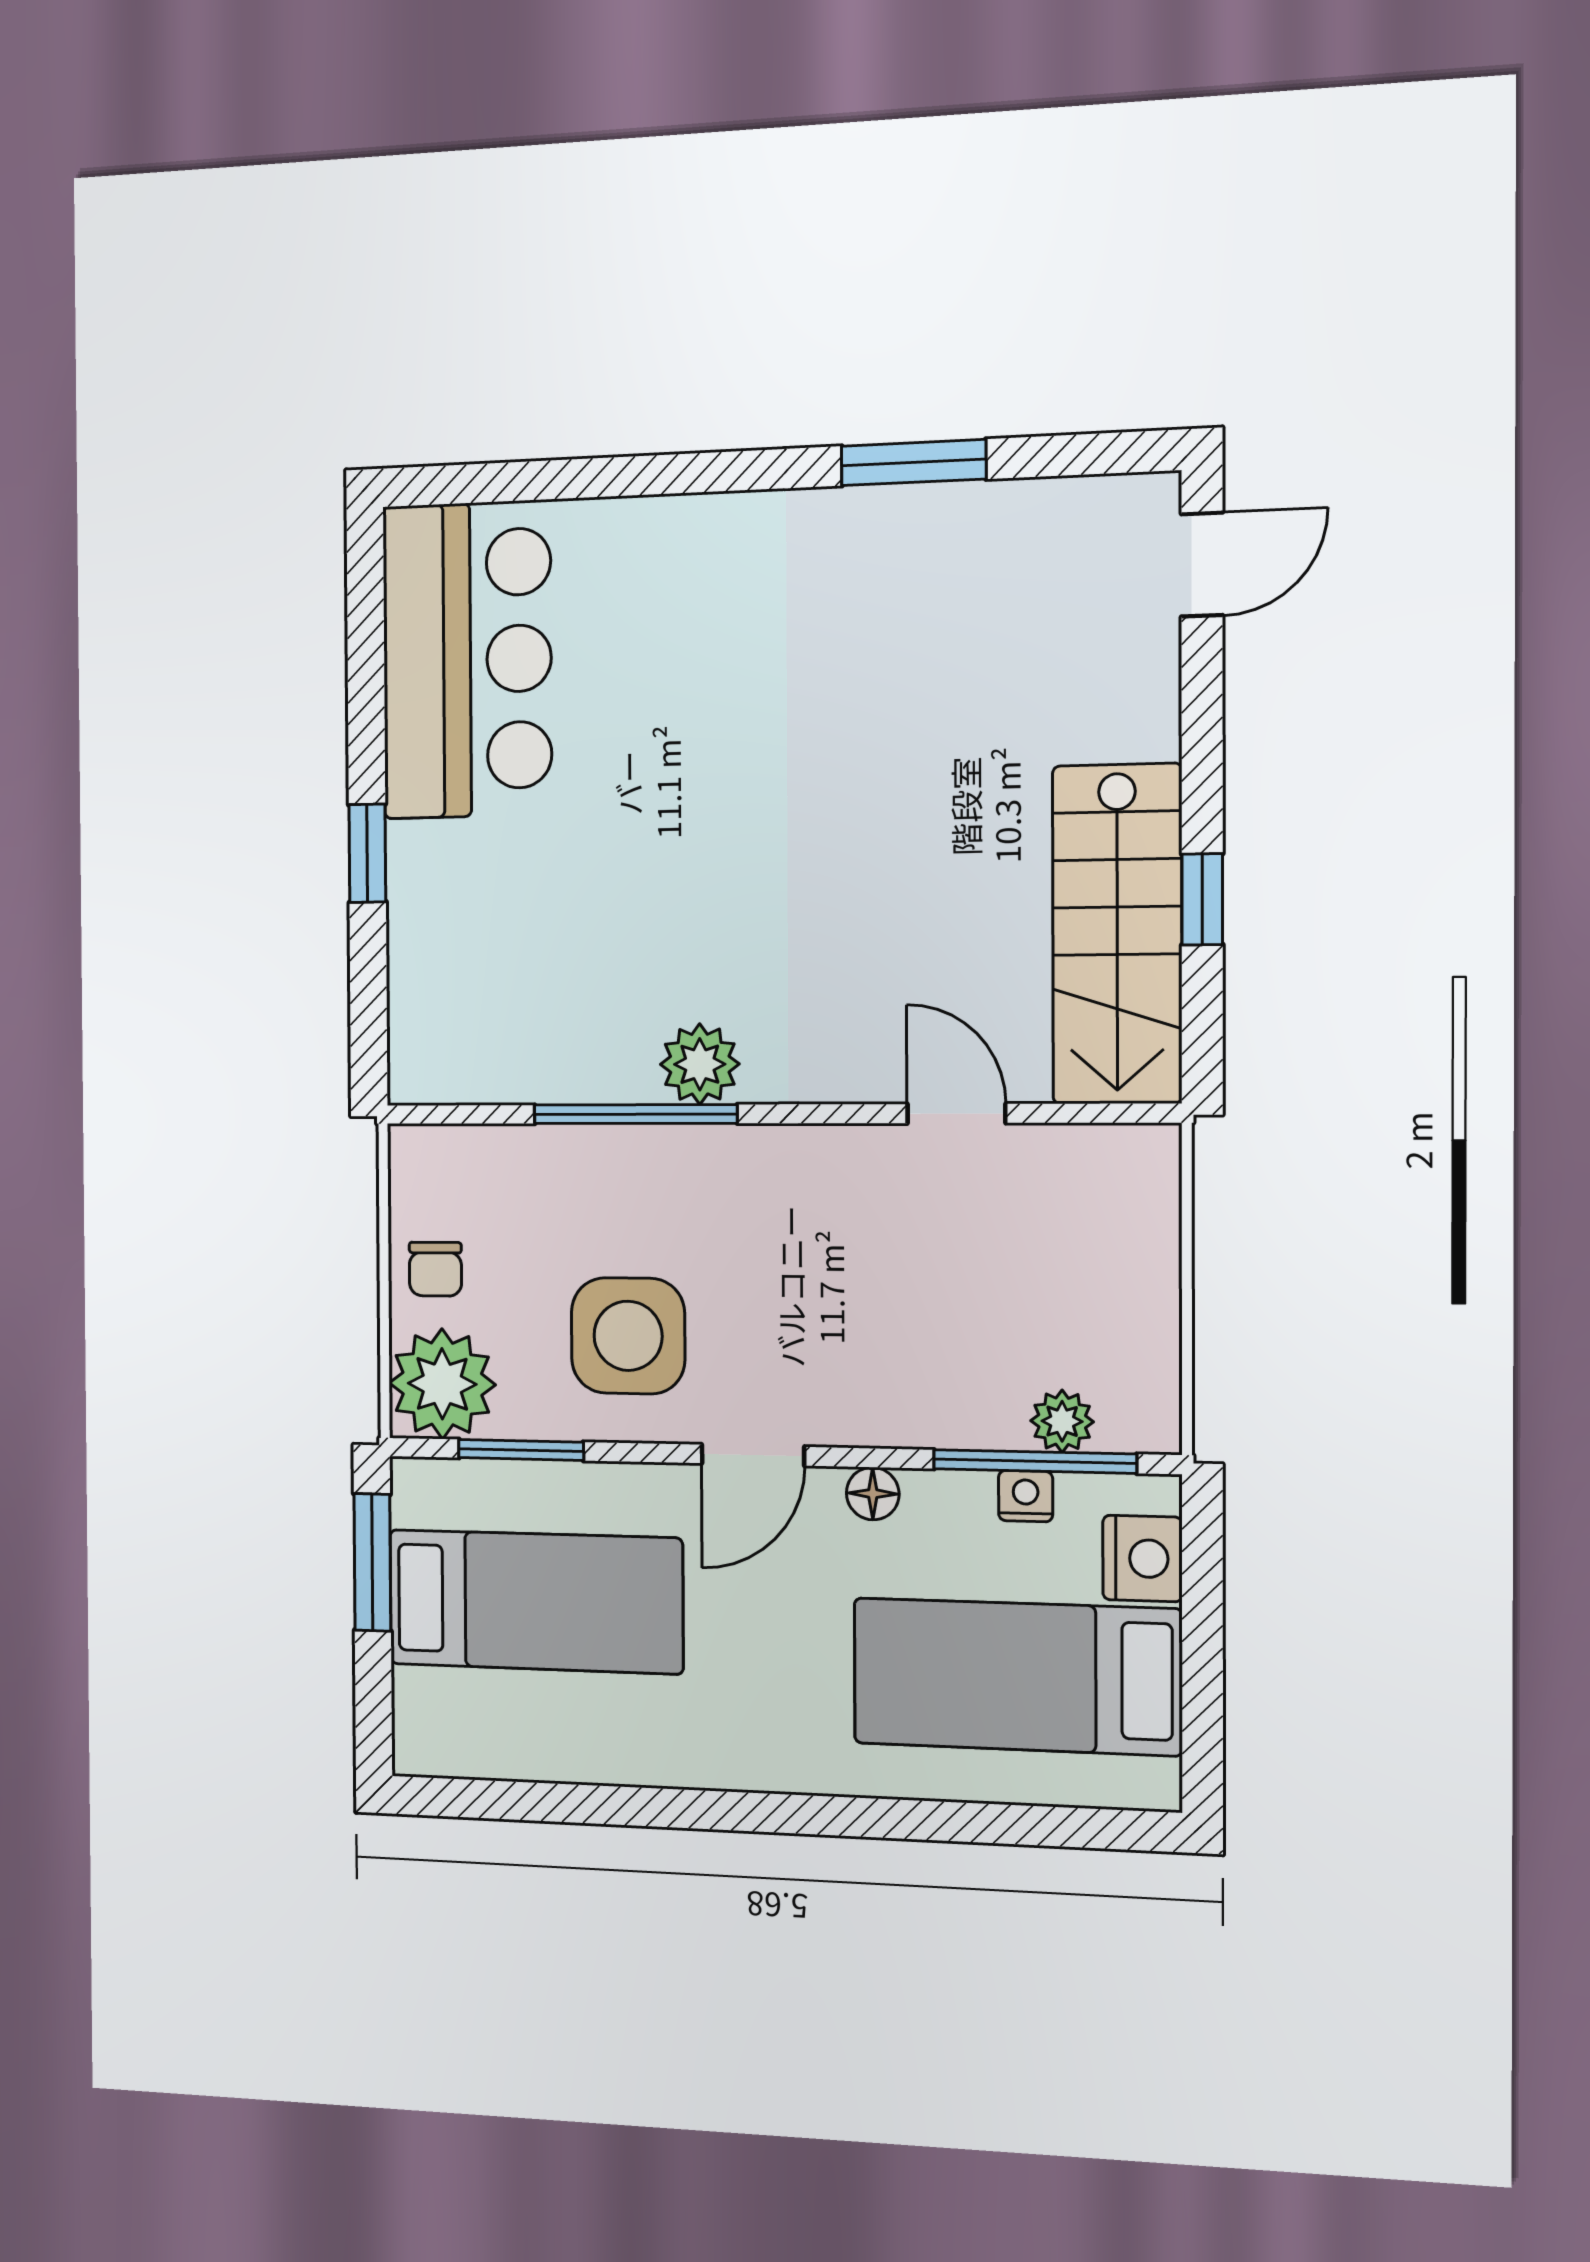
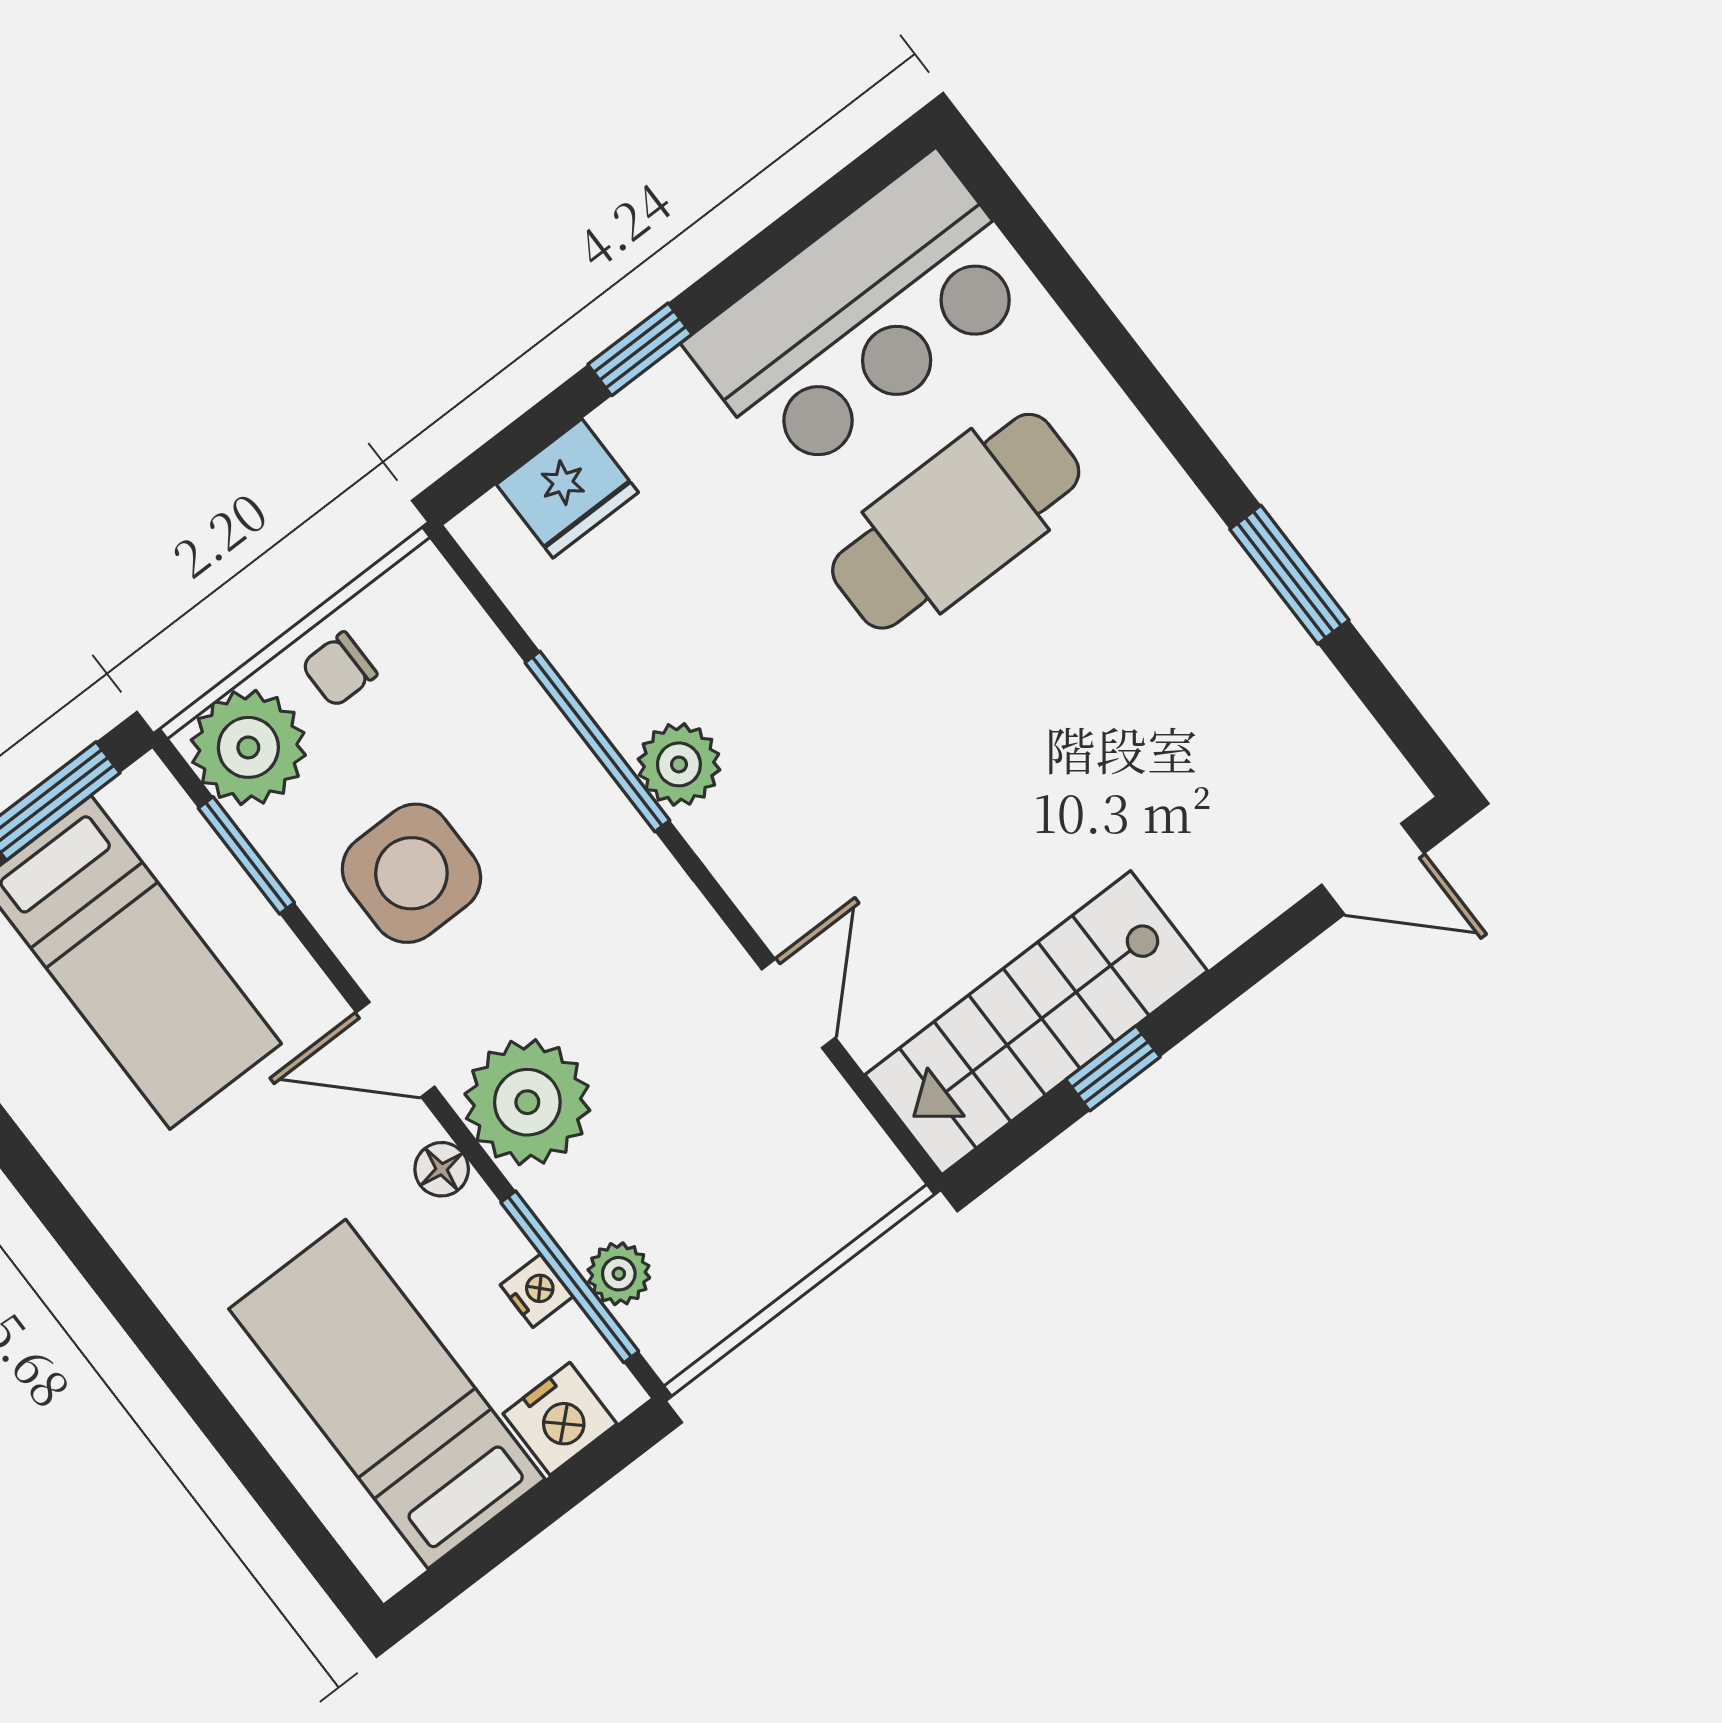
cafe table: (675, 703) -> (956, 521), added
fridge: (429, 989) -> (567, 488), added
plant: (871, 1386) -> (527, 1102), added

